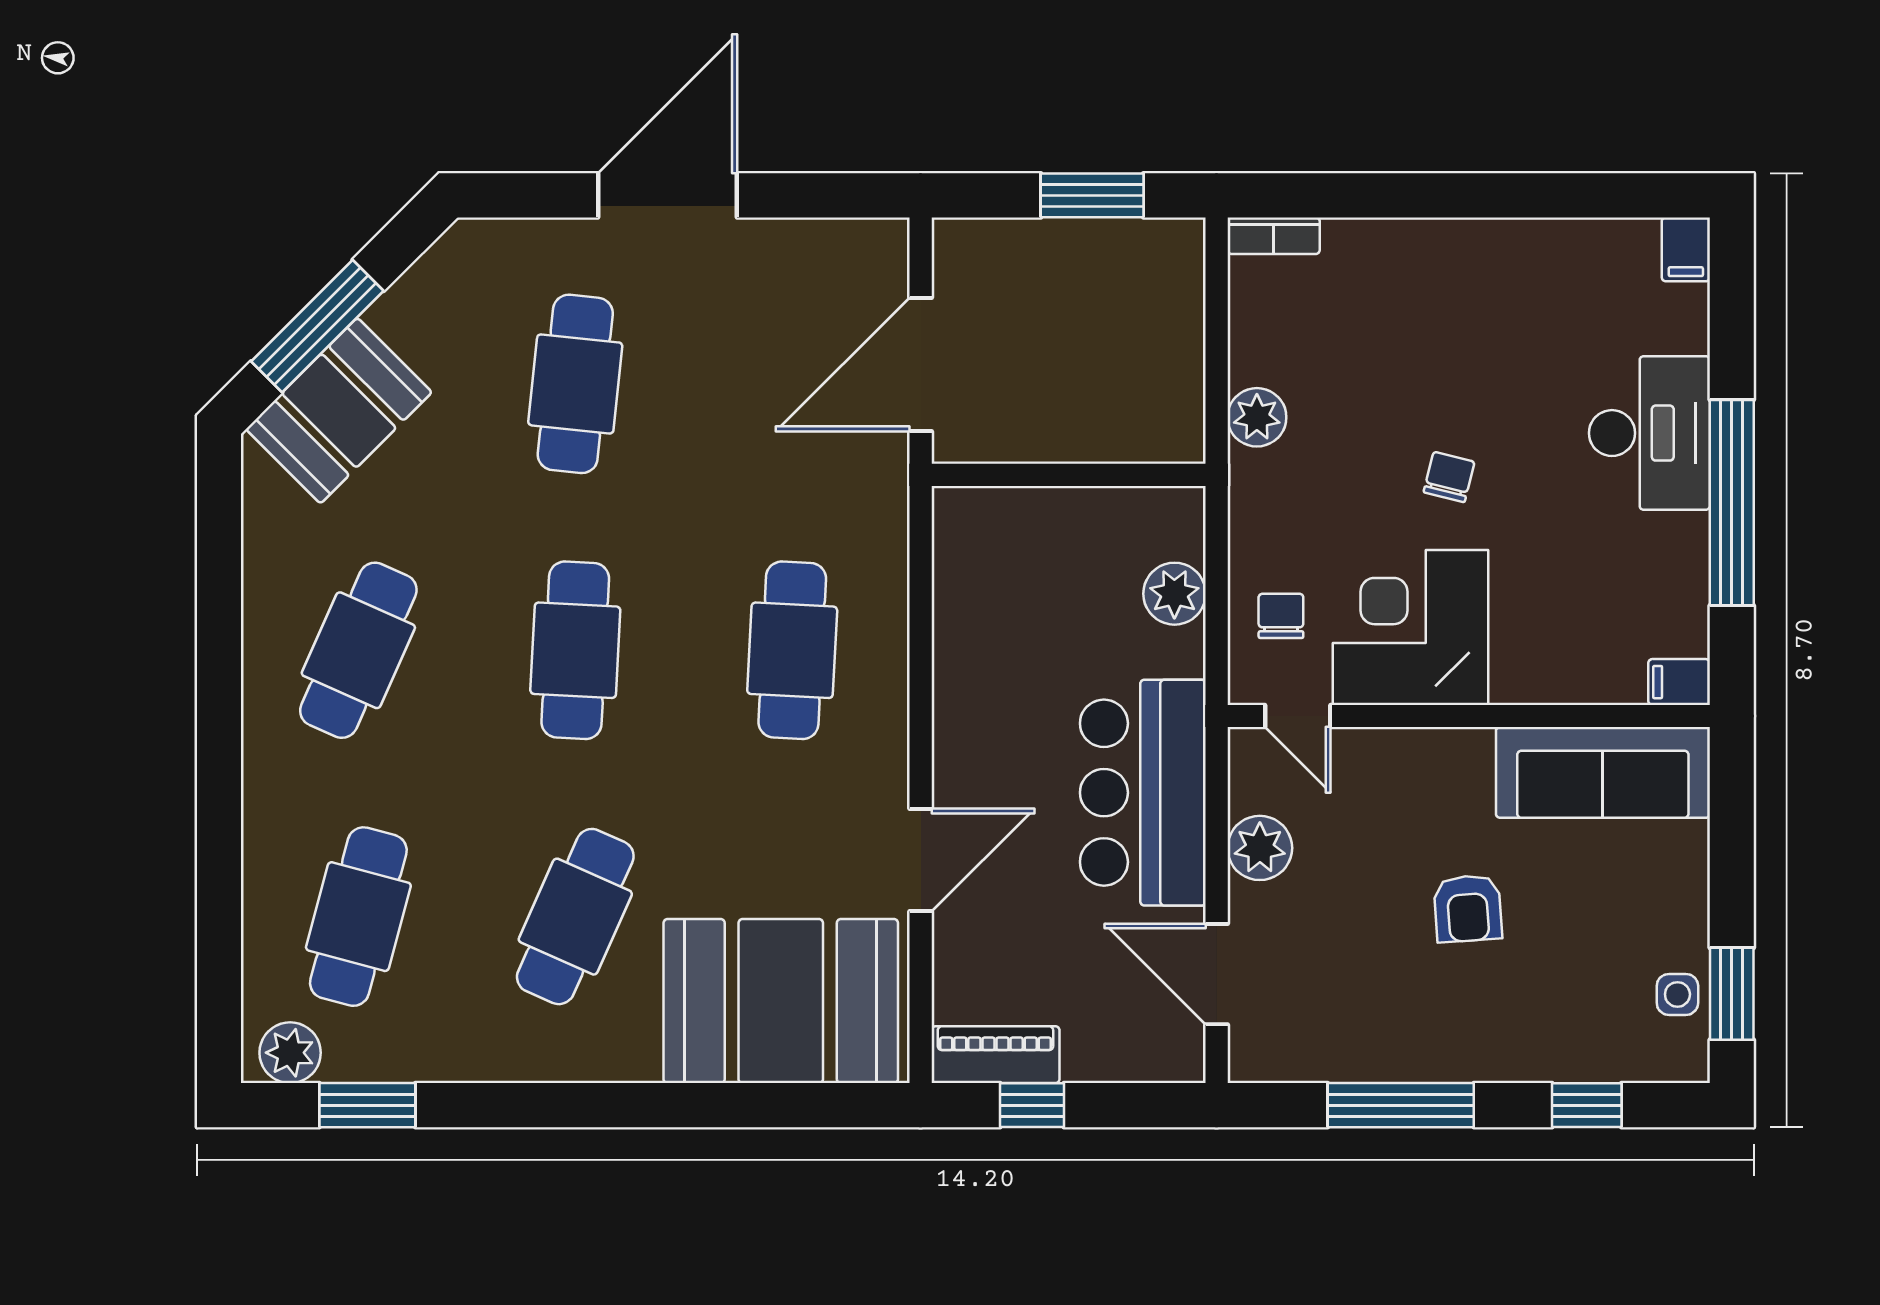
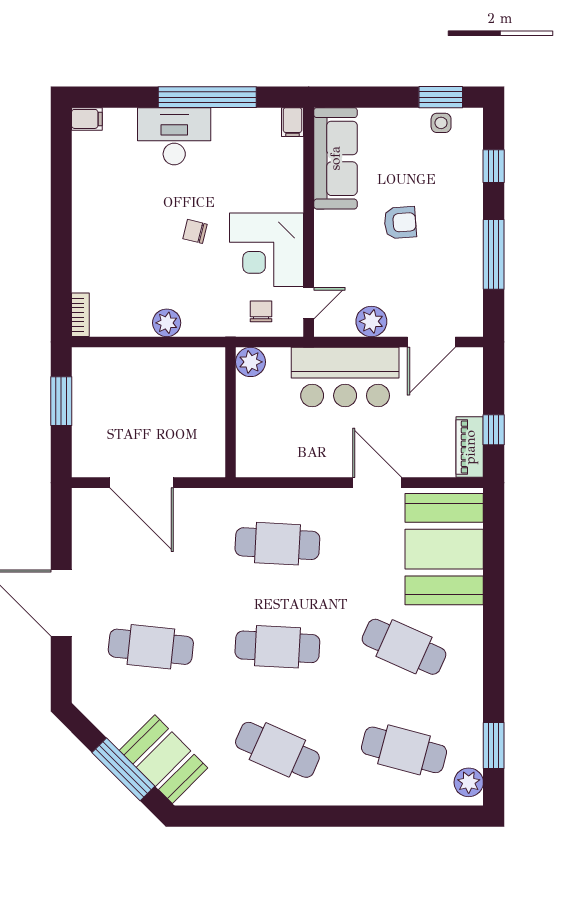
wall: (1069, 475) -> (231, 412), moved
chair: (1281, 616) -> (261, 311), turned 90

